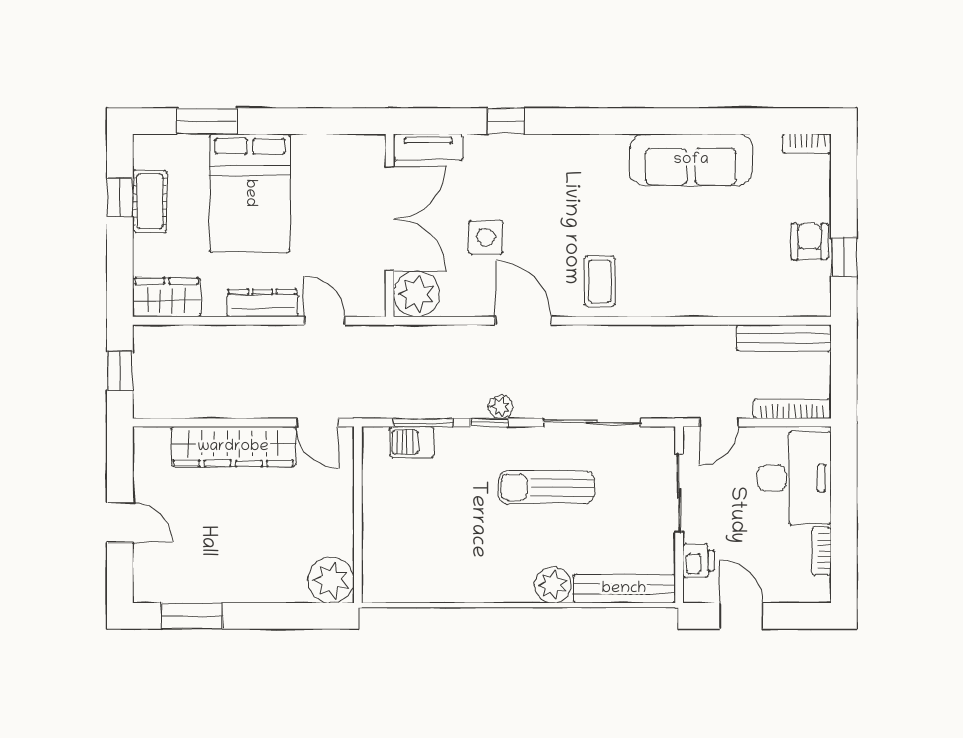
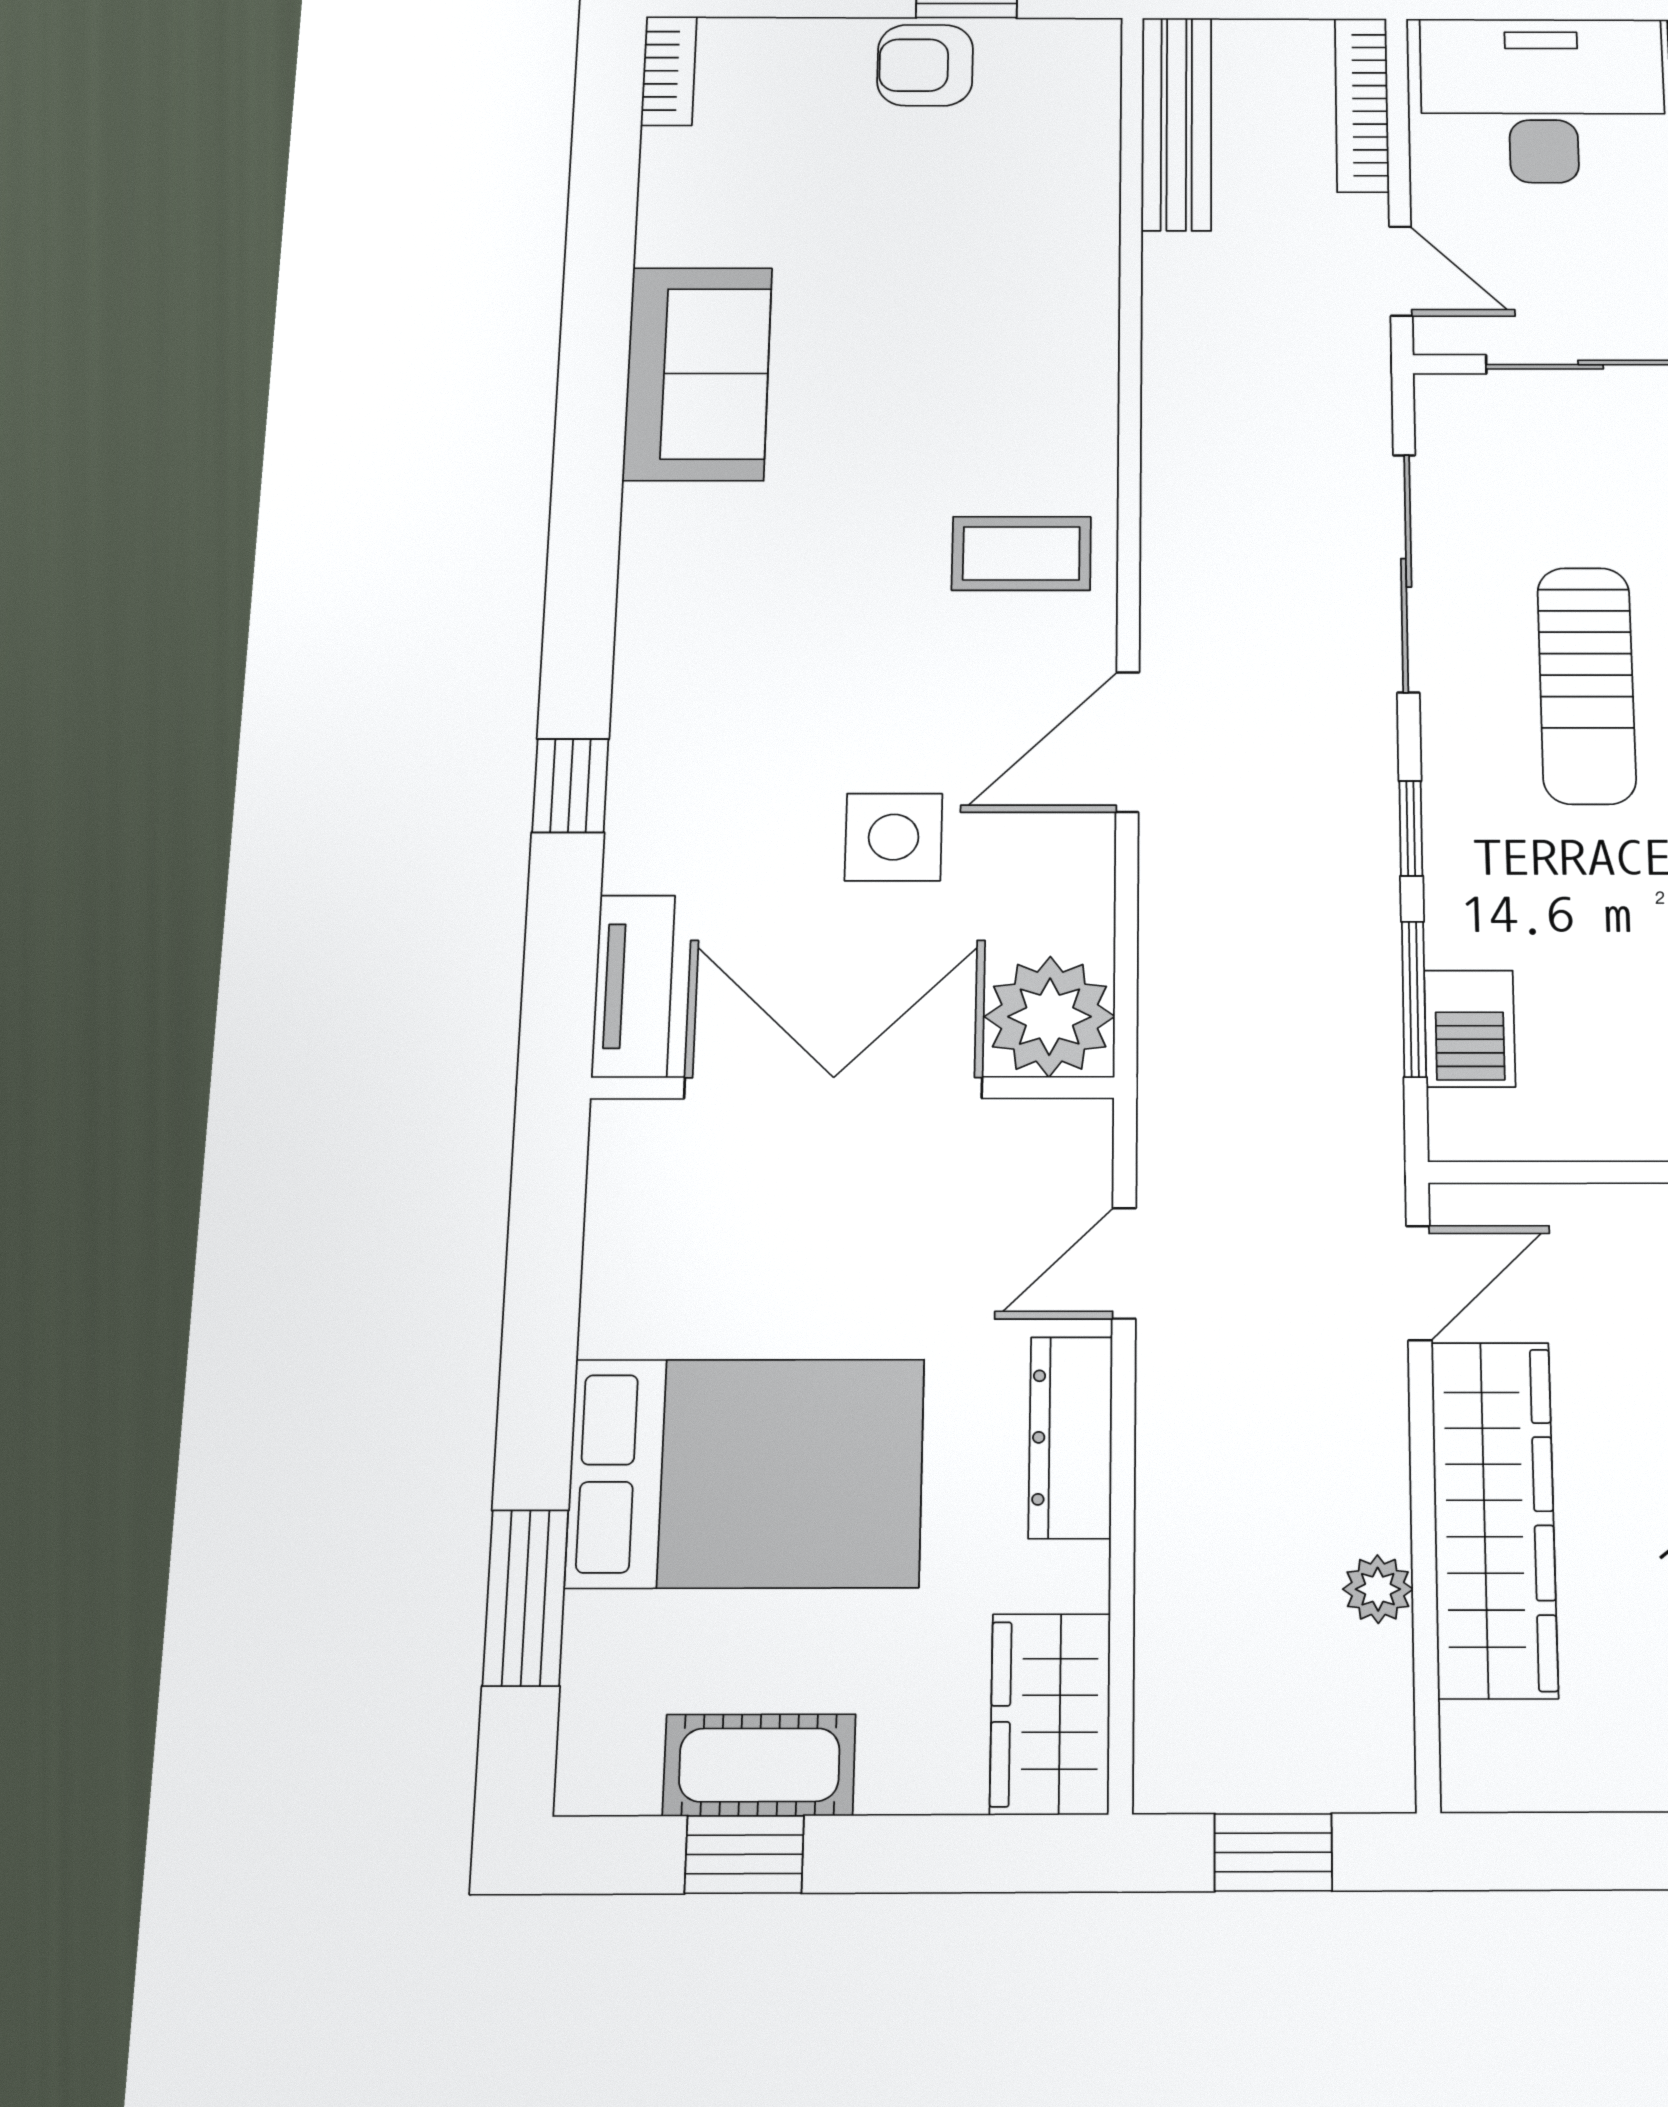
sofa: (691, 160) -> (698, 373), width x0.73
plant: (500, 407) -> (1378, 1589), moved

